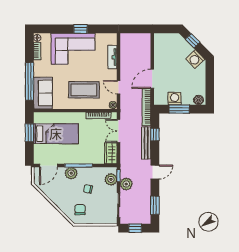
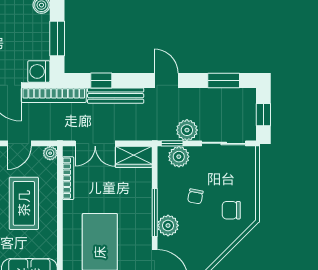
washing machine: (175, 99) -> (39, 71), moved

